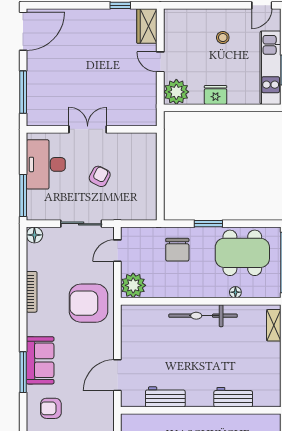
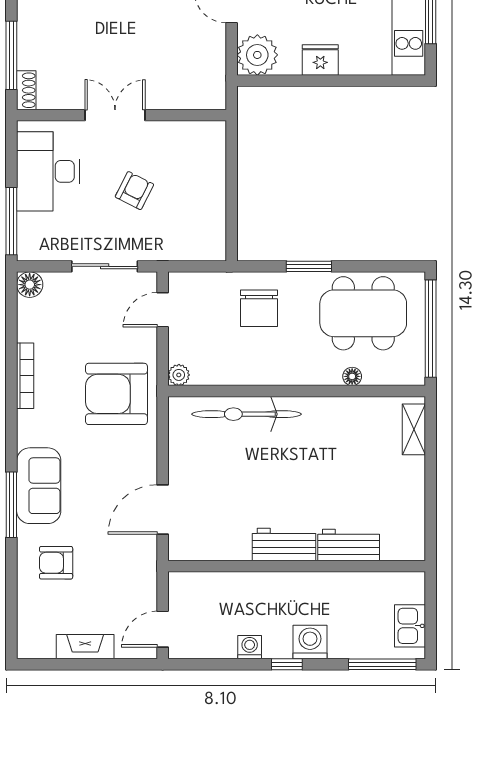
shoe rack: (32, 114) -> (26, 90), added
plant: (133, 285) -> (179, 375), width x0.53, depth x0.53
bicycle: (203, 316) -> (247, 414), moved
workbench: (165, 397) -> (284, 544), moved

